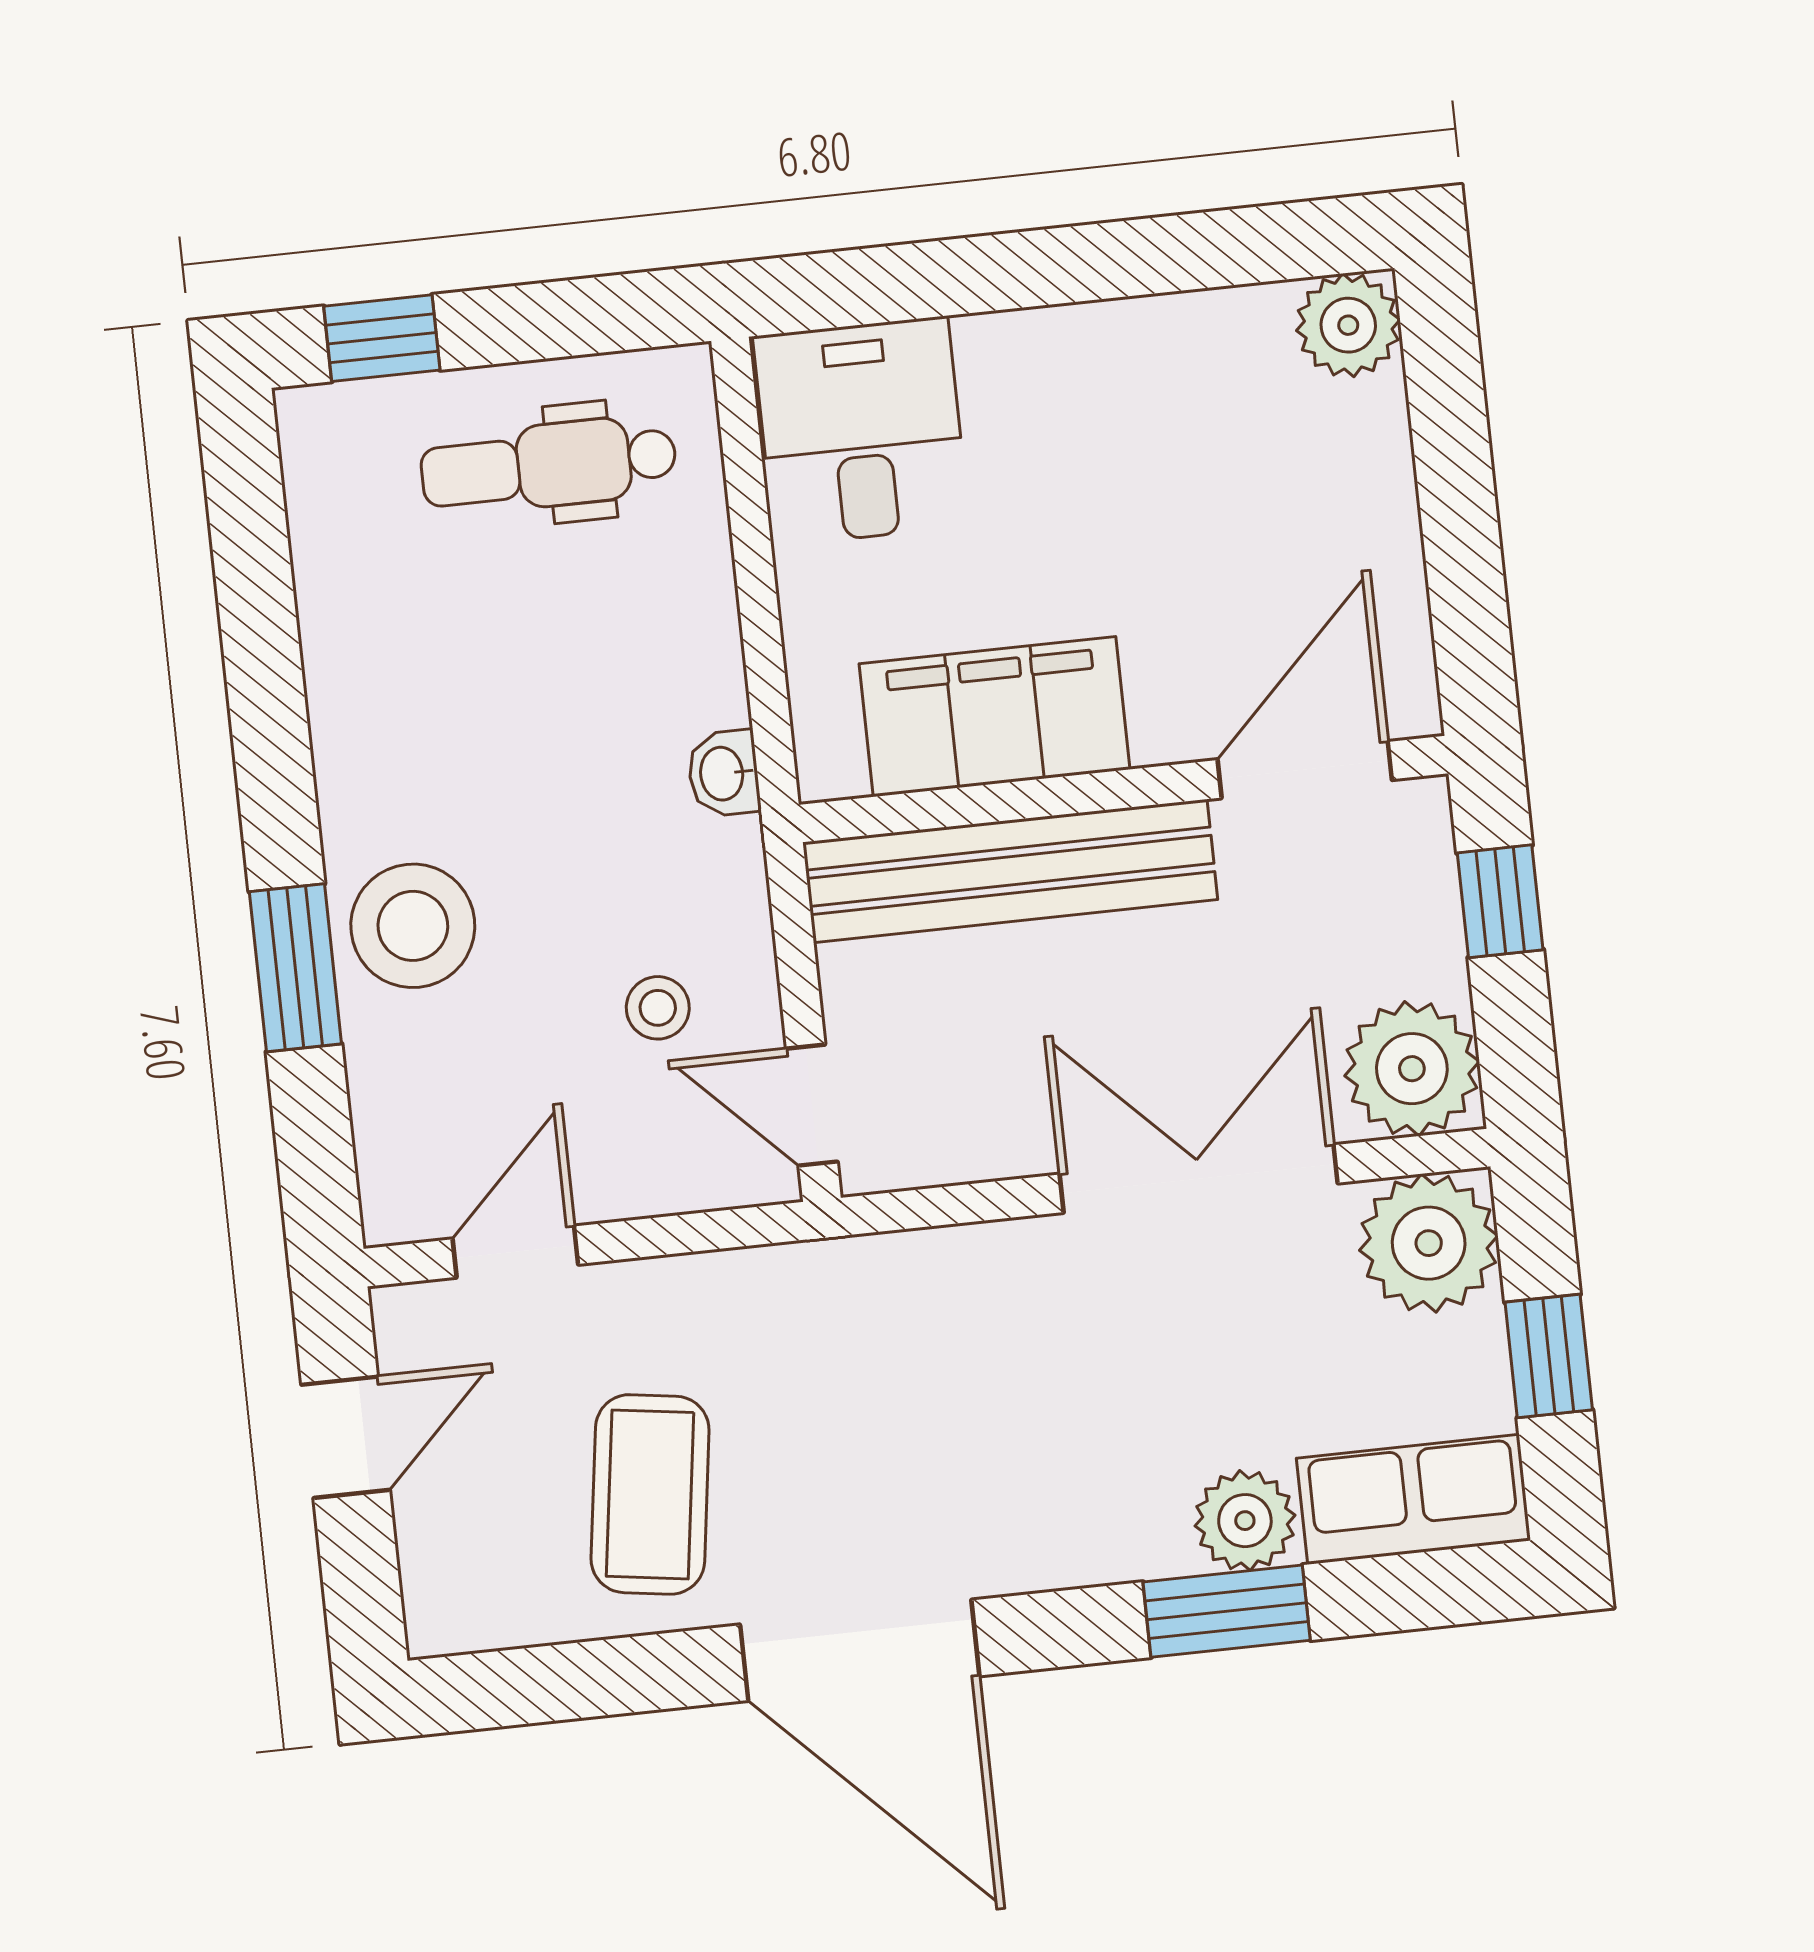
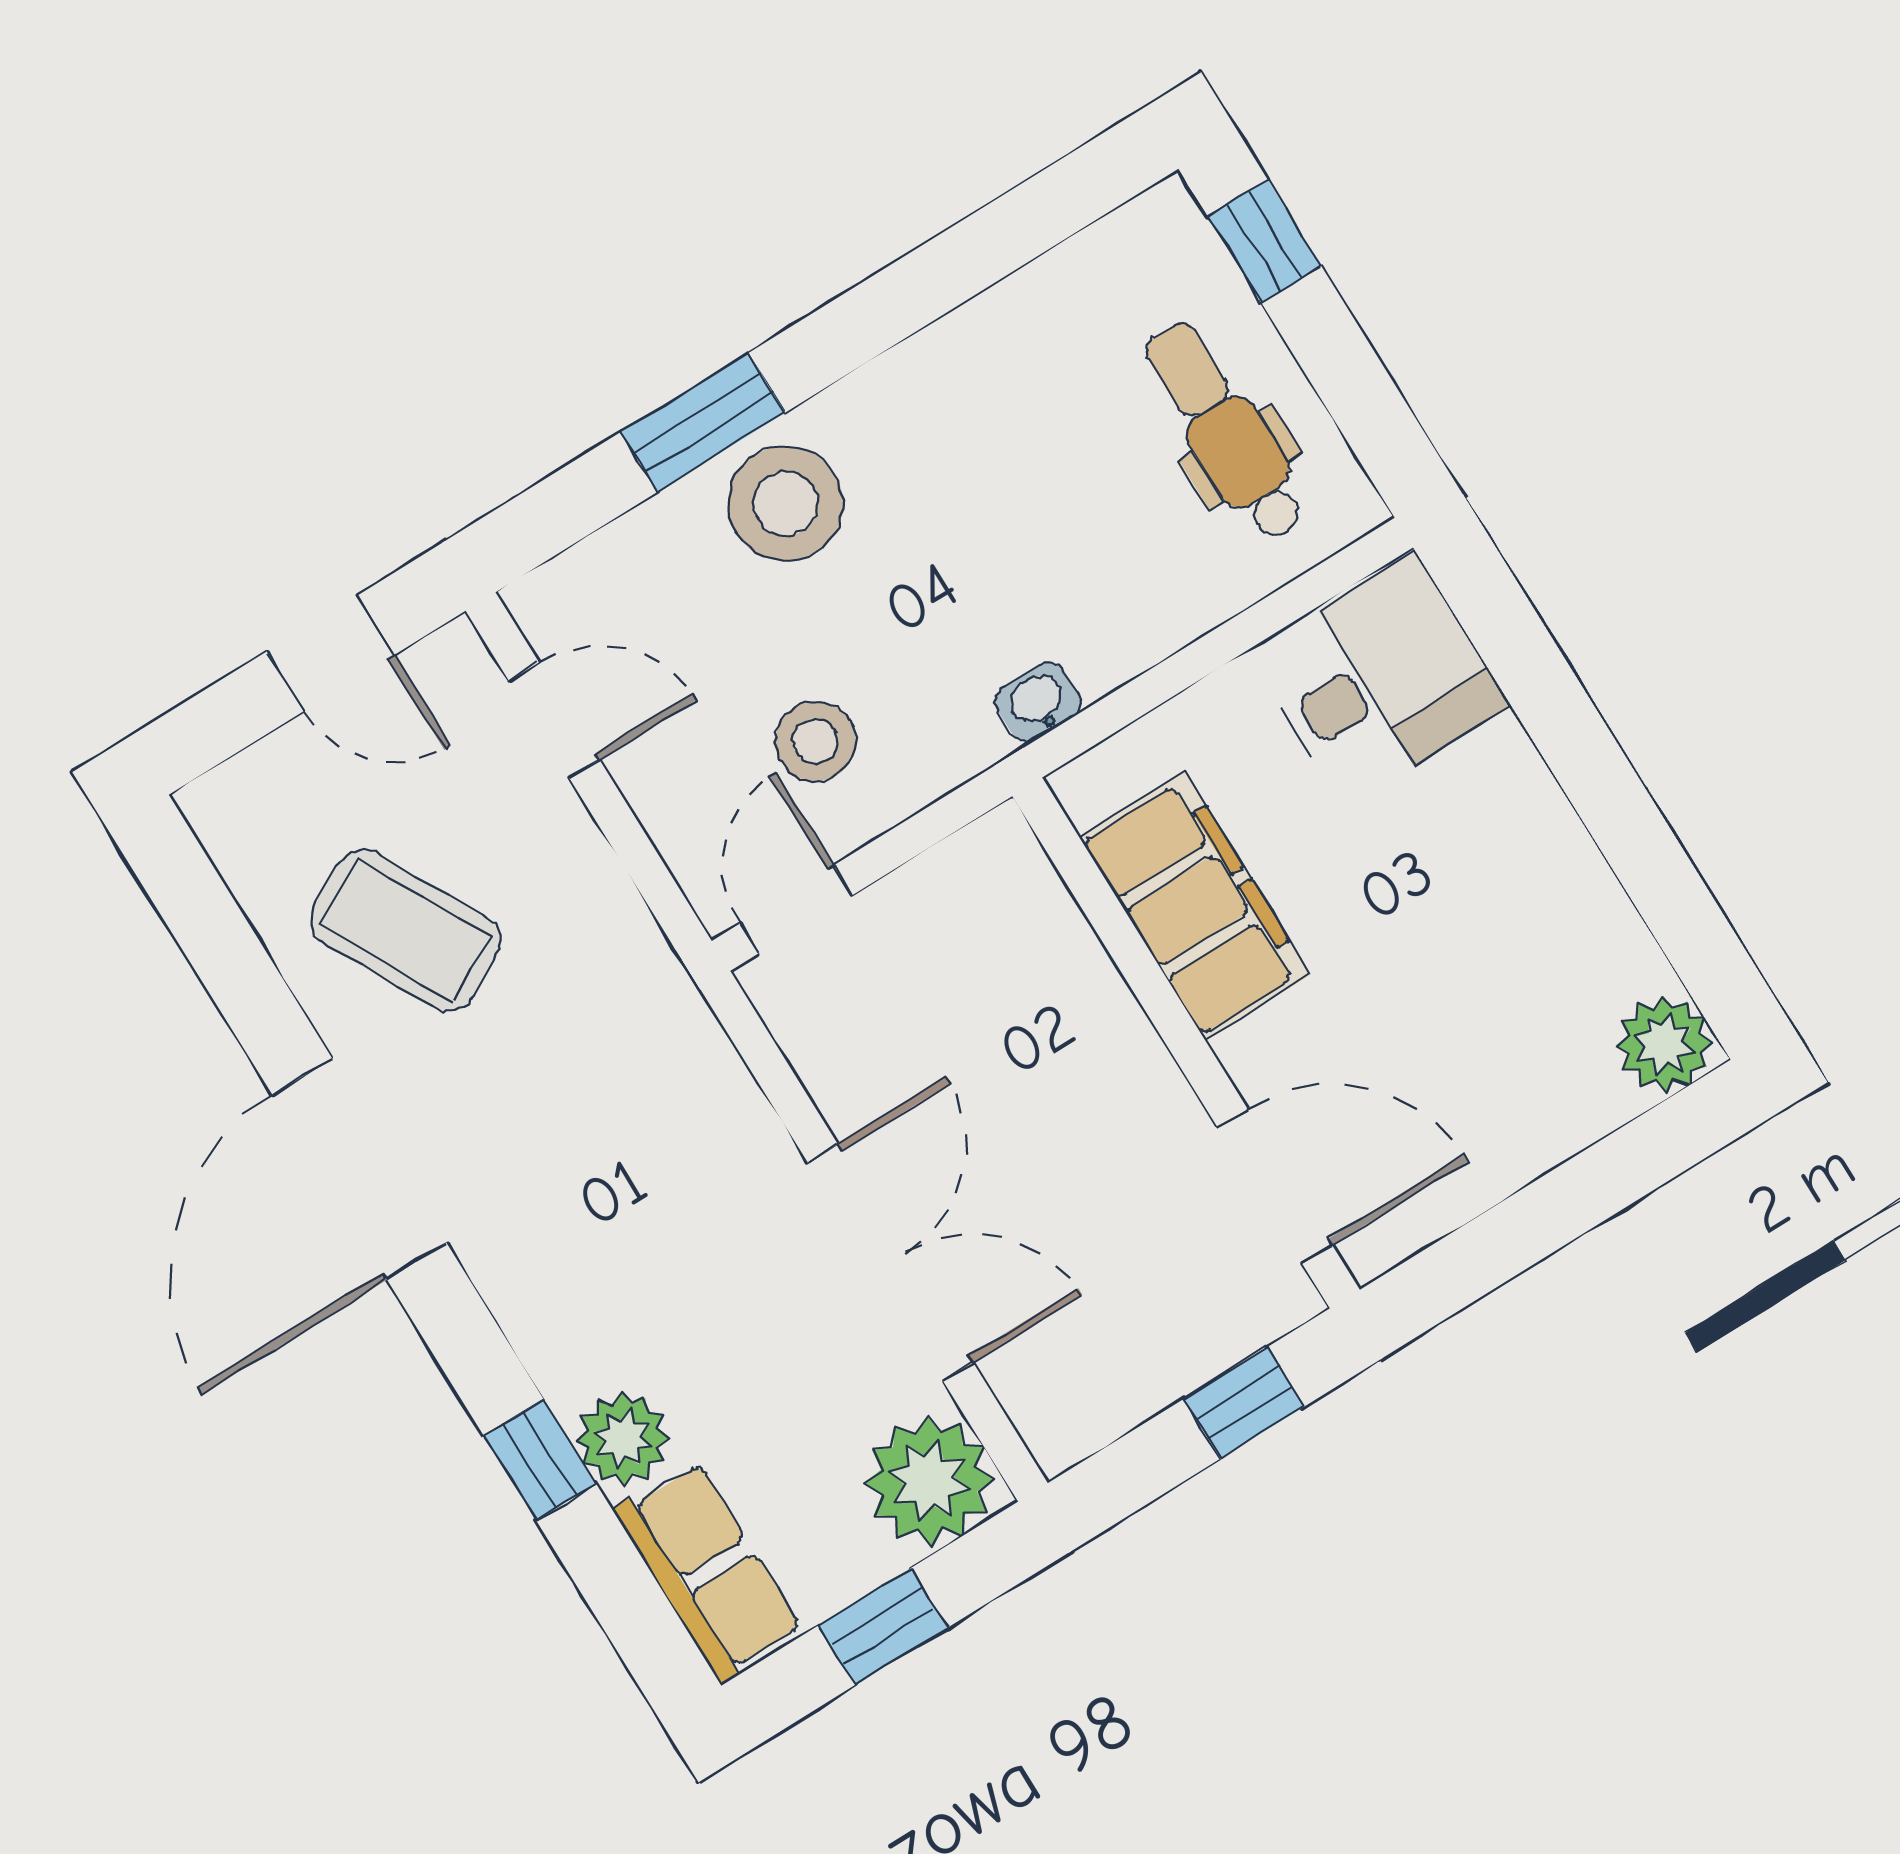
bench: (1010, 871) -> (1072, 981), removed
stool: (658, 1008) -> (816, 741), width x1.37, depth x1.37
plant: (1412, 1069) -> (1068, 1397), removed
coffee table: (650, 1494) -> (405, 931), turned 54
window: (1227, 1611) -> (540, 1460), width x0.67

